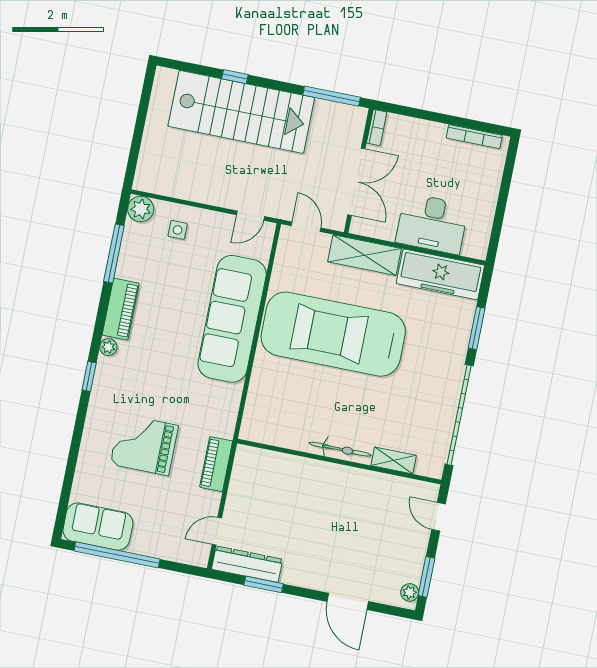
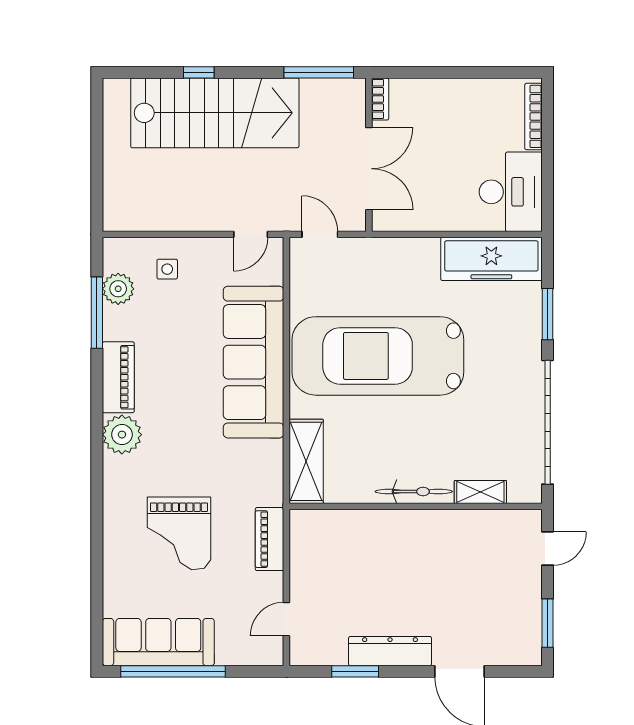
bookcase: (474, 137) -> (533, 116), moved, turned 90
plant: (141, 209) -> (118, 289), moved
desk: (432, 224) -> (511, 192), moved, turned -90
shelving: (365, 255) -> (306, 461), moved, turned 90
plant: (108, 347) -> (122, 435), width x1.87, depth x1.87
window: (89, 376) -> (97, 465), removed
grand piano: (144, 445) -> (179, 533), turned -90
door: (439, 517) -> (548, 548), swing flipped
sofa: (98, 527) -> (158, 642), width x1.36
dresser: (247, 564) -> (390, 651), moved
plant: (410, 592) -> (531, 646), removed

